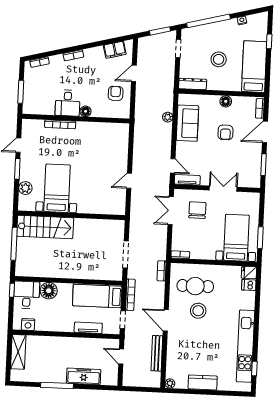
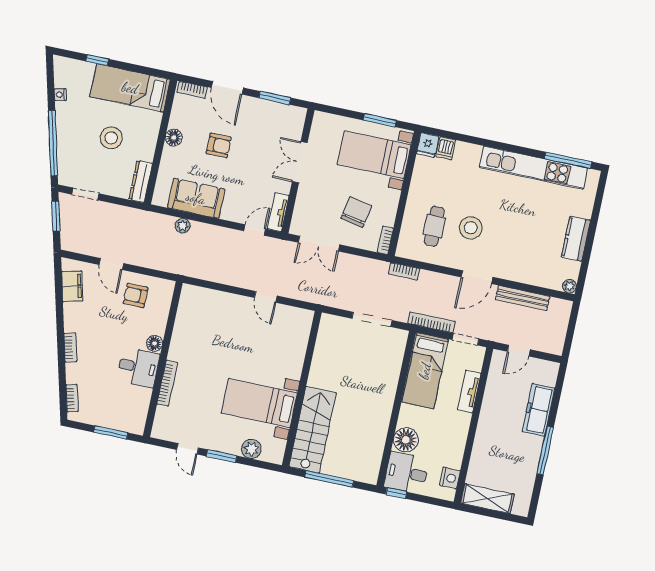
chair: (197, 210) -> (356, 212), moved, turned 101
cafe table: (195, 286) -> (434, 226), width x0.73, depth x0.74
window: (254, 369) -> (568, 160), width x2.17

